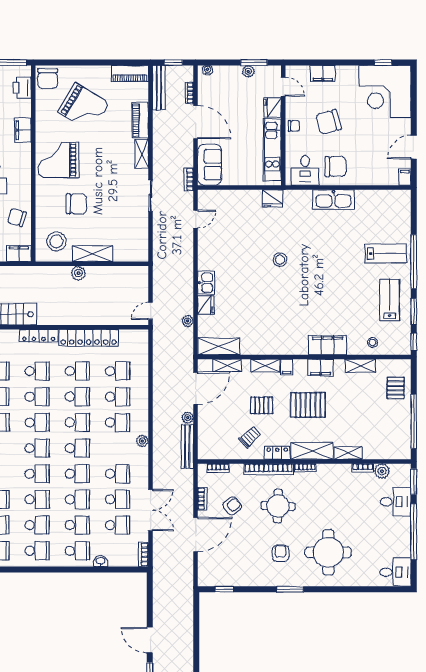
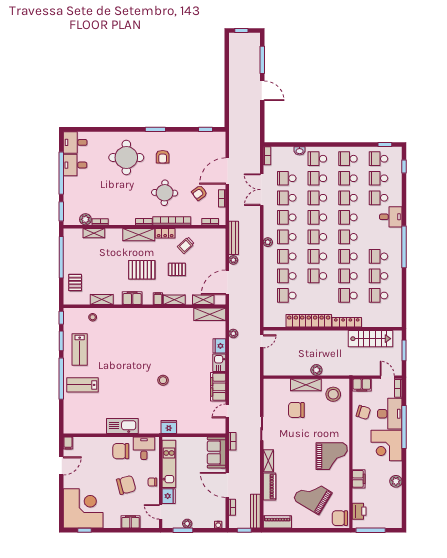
chair: (48, 78) -> (340, 518), turned -90
chair: (76, 204) -> (296, 410), moved
filing cabinet: (328, 345) -> (218, 387), moved, turned 90
school desk: (77, 371) -> (287, 237), moved
shelving: (348, 453) -> (94, 233), moved
desk: (396, 502) -> (75, 165), moved

